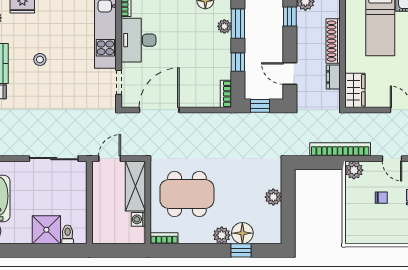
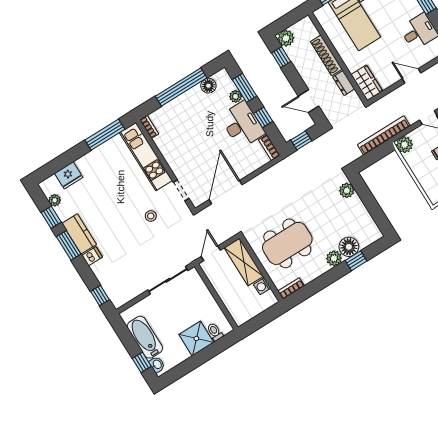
desk: (138, 40) -> (242, 125), moved, turned 180
stool: (40, 59) -> (151, 216), moved
plant: (273, 197) -> (347, 190), moved

